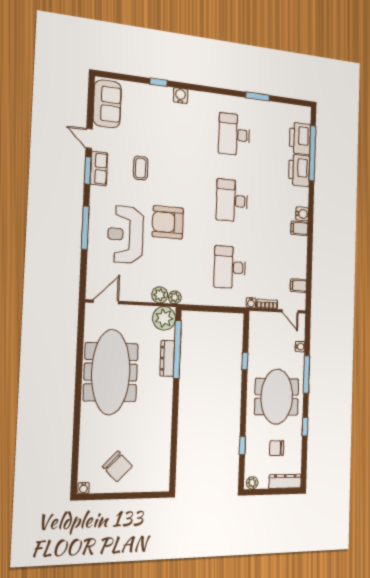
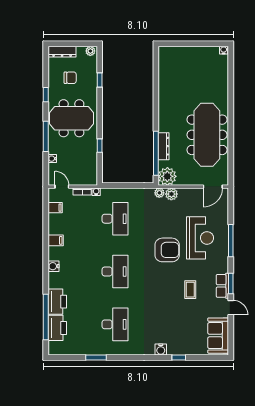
filing cabinet: (299, 228) -> (56, 240), moved
meeting table: (277, 397) -> (71, 118), turned 90
chair: (117, 466) -> (199, 65), removed

